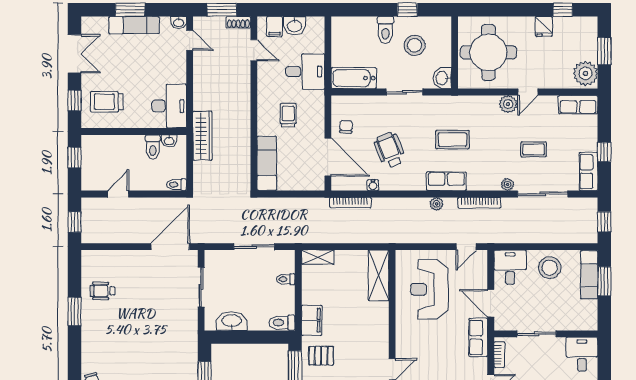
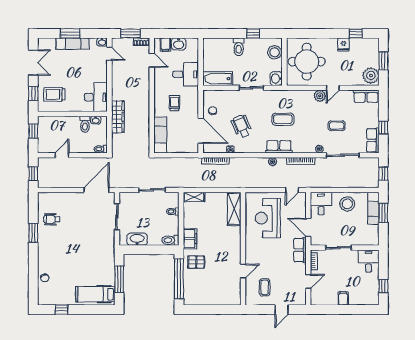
stool: (415, 45) -> (275, 52), moved

